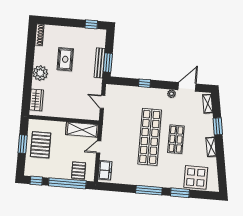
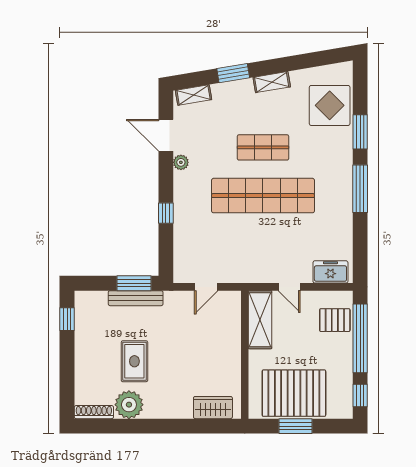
rug: (65, 59) -> (134, 361), turned 90
plant: (40, 73) -> (129, 405), moved
pallet: (41, 145) -> (294, 393), width x1.37, depth x1.41

